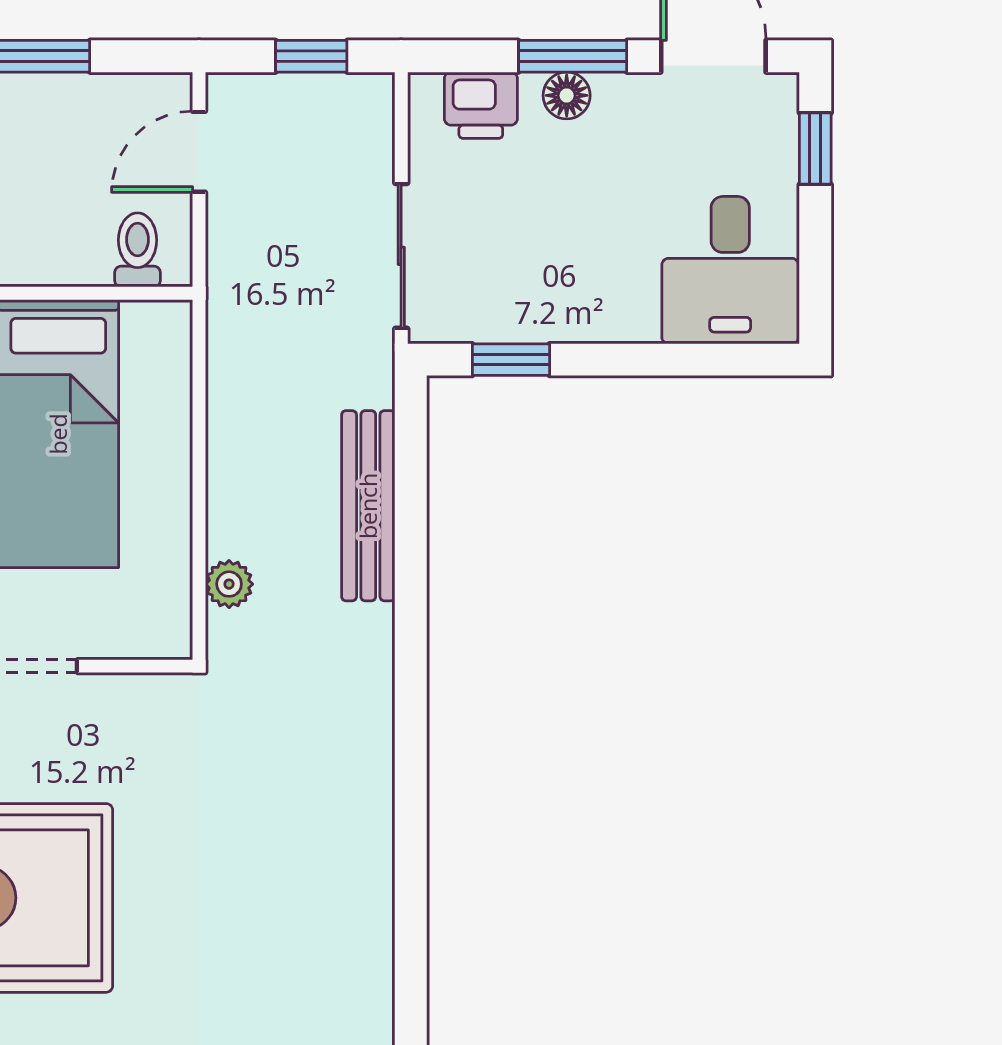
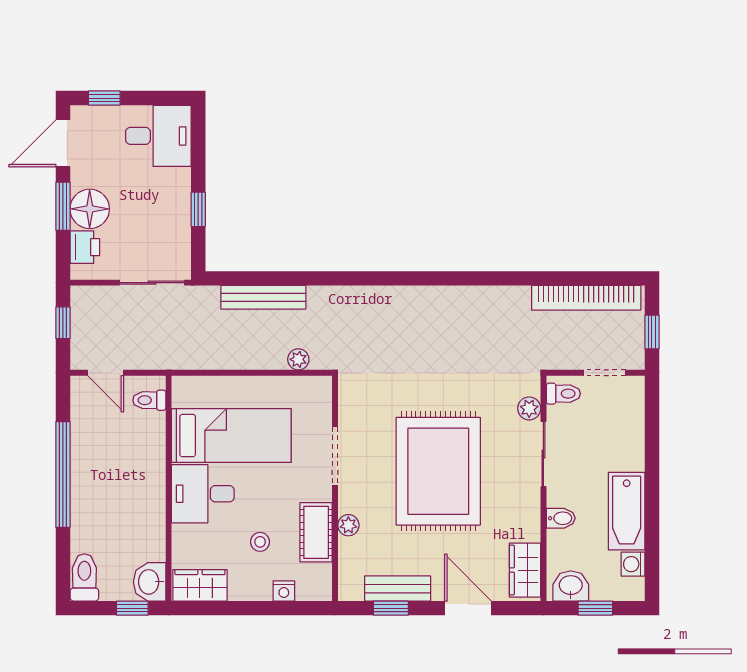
floor lamp: (567, 95) -> (90, 209), width x1.89, depth x1.89
window: (511, 360) -> (198, 209), moved

